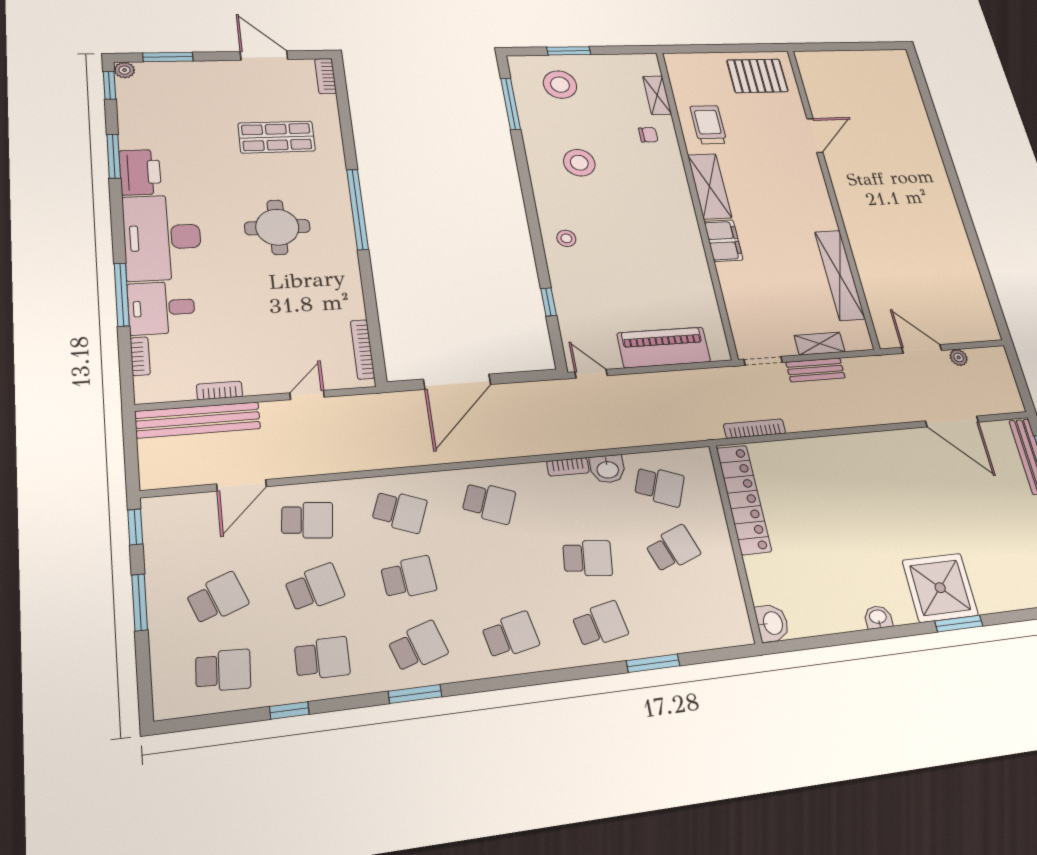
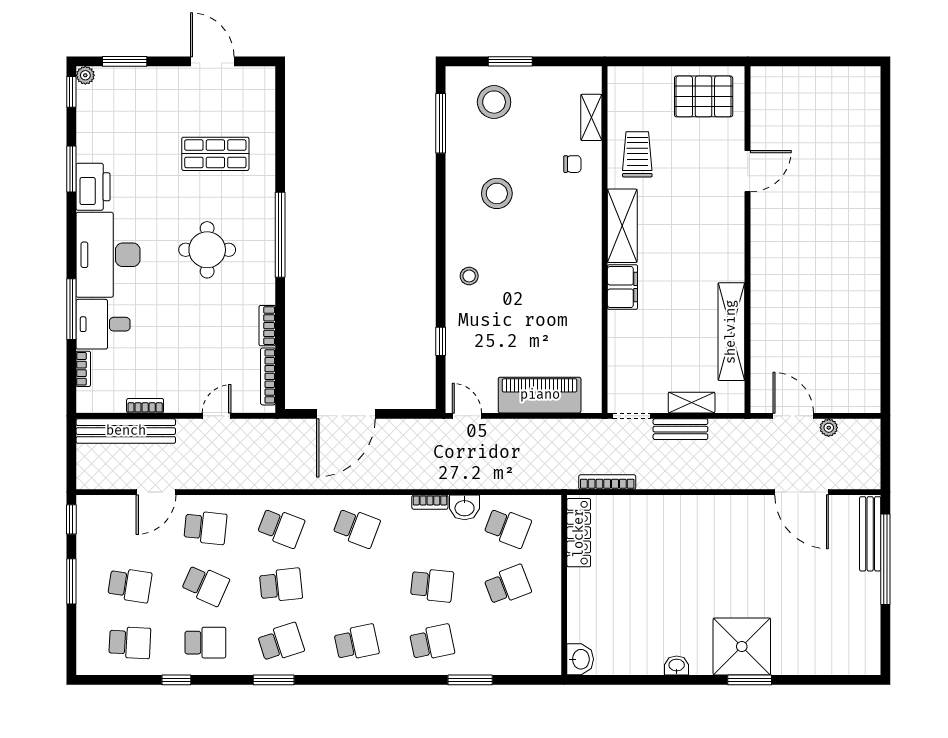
bookcase: (326, 76) -> (267, 326), moved
locker: (744, 499) -> (579, 533), width x0.71, depth x0.83
school desk: (315, 588) -> (205, 585), turned 39
school desk: (217, 598) -> (130, 585), turned 30

